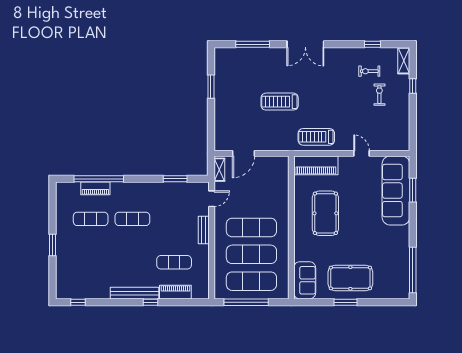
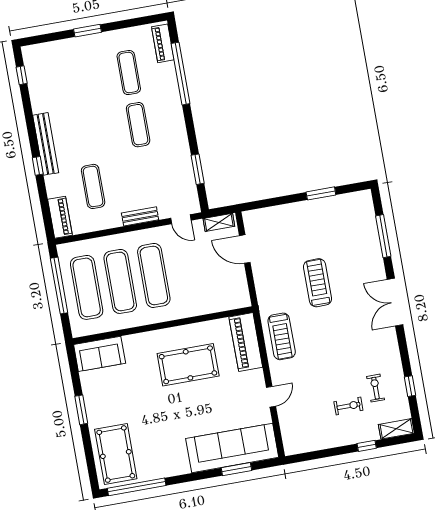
treadmill: (316, 137) -> (282, 336), turned 180
piano: (95, 188) -> (163, 43), moved
pool table: (350, 278) -> (116, 454), moved
piano: (175, 292) -> (60, 217), moved

